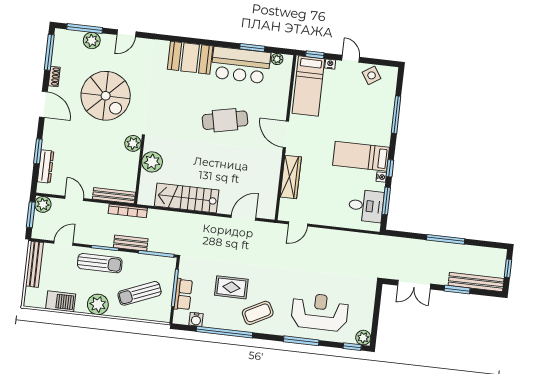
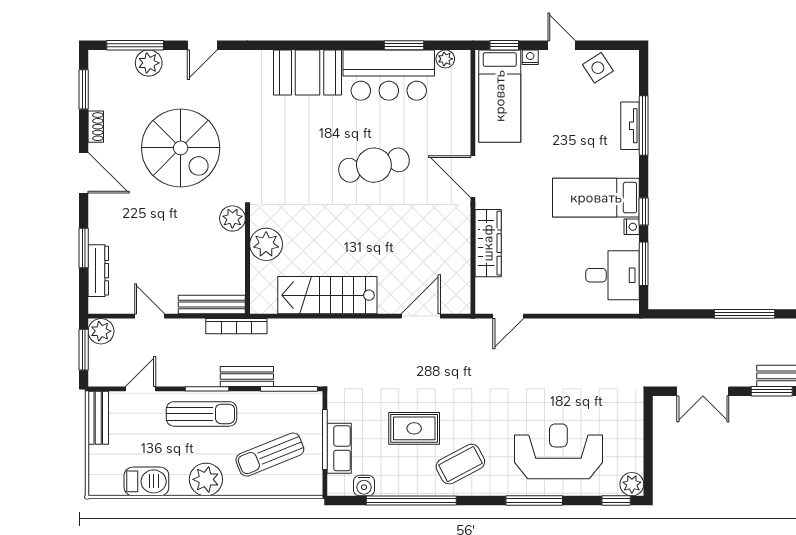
window: (49, 52) -> (84, 89), width x0.69
tv unit: (387, 114) -> (630, 126), added
bench: (34, 264) -> (98, 418), width x0.73

